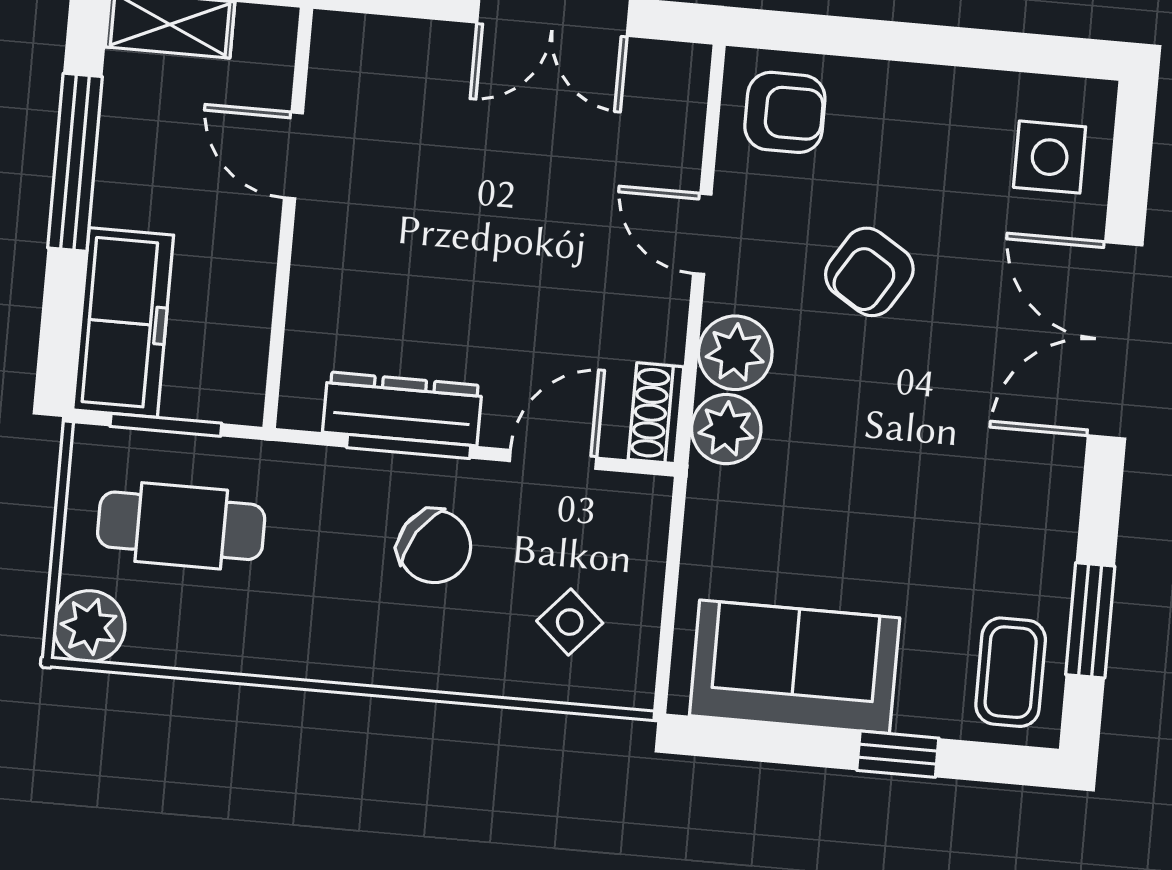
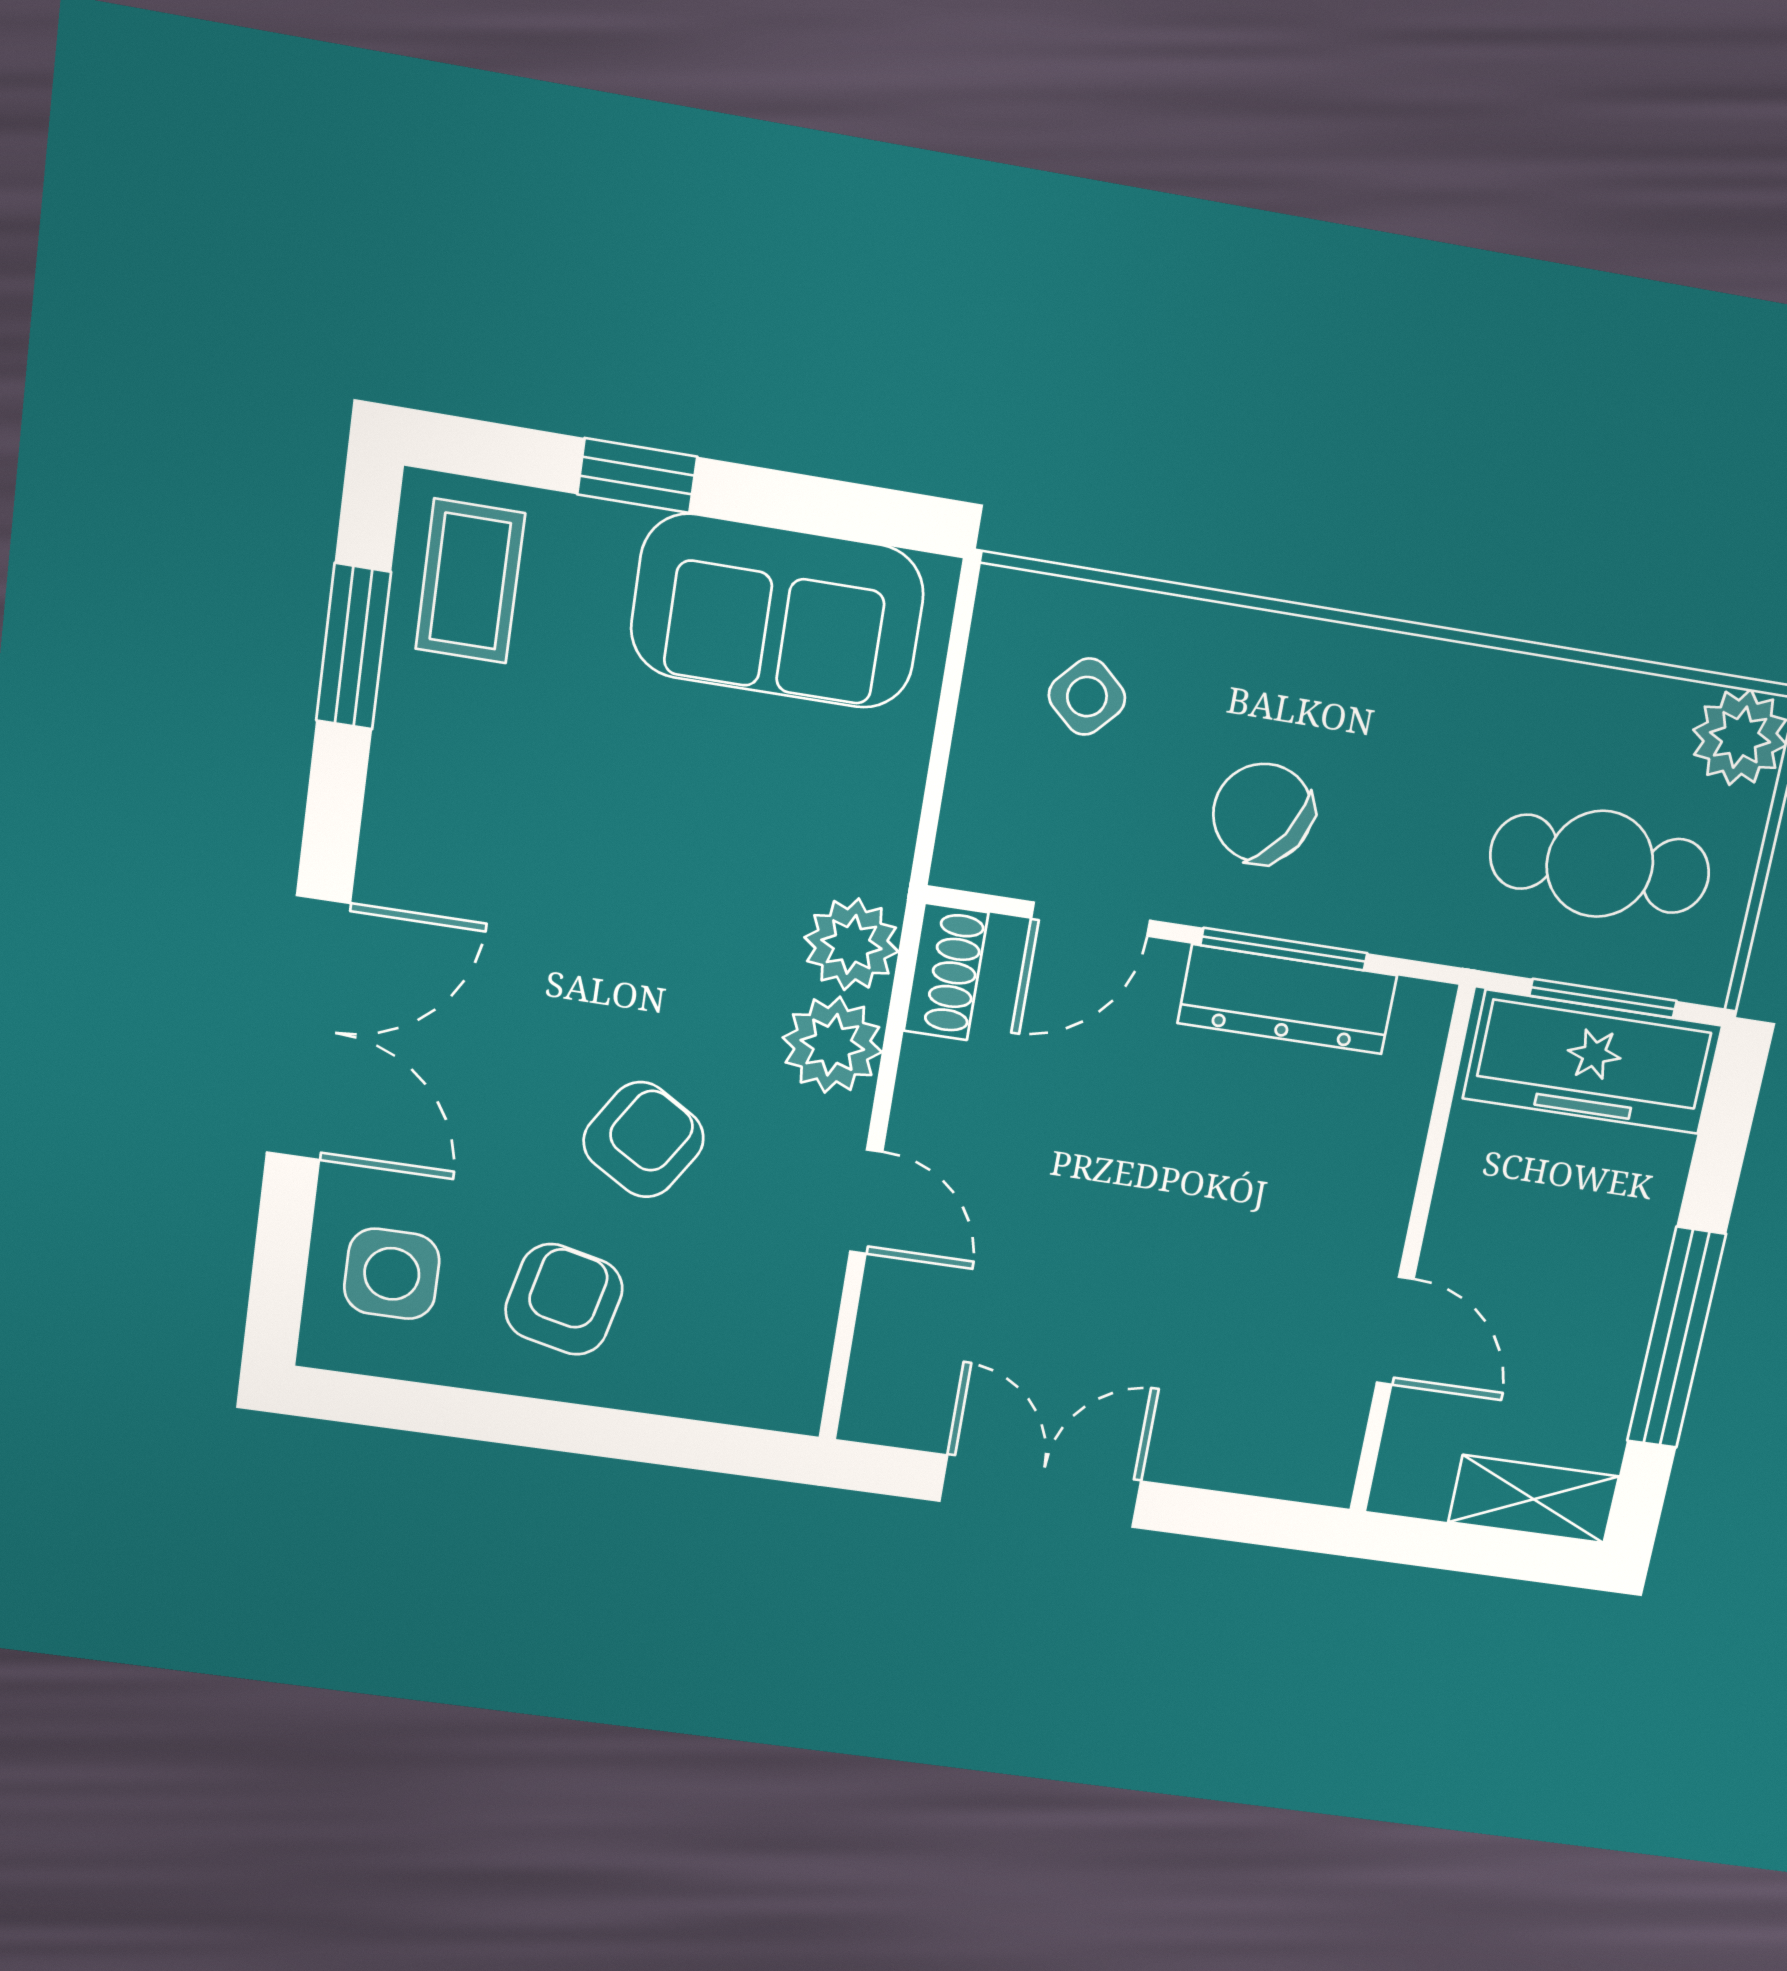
armchair: (785, 112) -> (564, 1299), moved, turned 103
freezer: (123, 323) -> (1593, 1062), moved, turned -90

